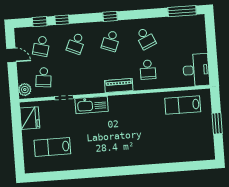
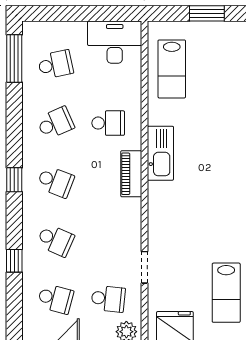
window: (40, 22) -> (14, 298), removed
school desk: (180, 36) -> (55, 65), added
kitchen sink: (92, 105) -> (160, 153), moved

